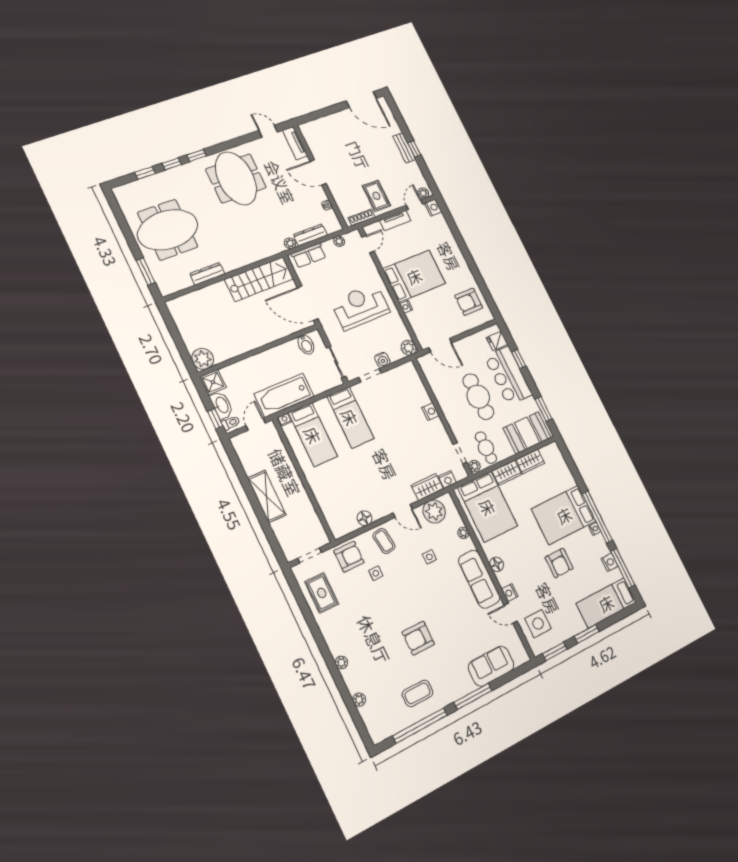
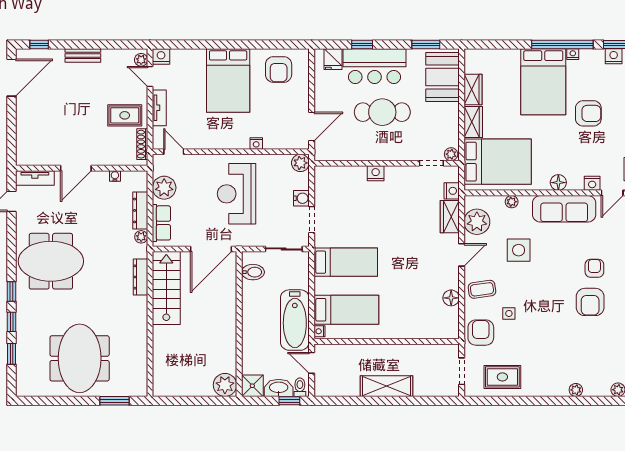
window: (414, 149) -> (39, 45), moved
plant: (339, 241) -> (164, 188), width x1.88, depth x1.88
dresser: (207, 274) -> (140, 277), moved
bed: (414, 276) -> (228, 81), moved, turned 180
cafe table: (486, 448) -> (438, 132), removed
side table: (429, 557) -> (519, 250), width x1.87, depth x1.87
armchair: (446, 628) -> (594, 268), added

